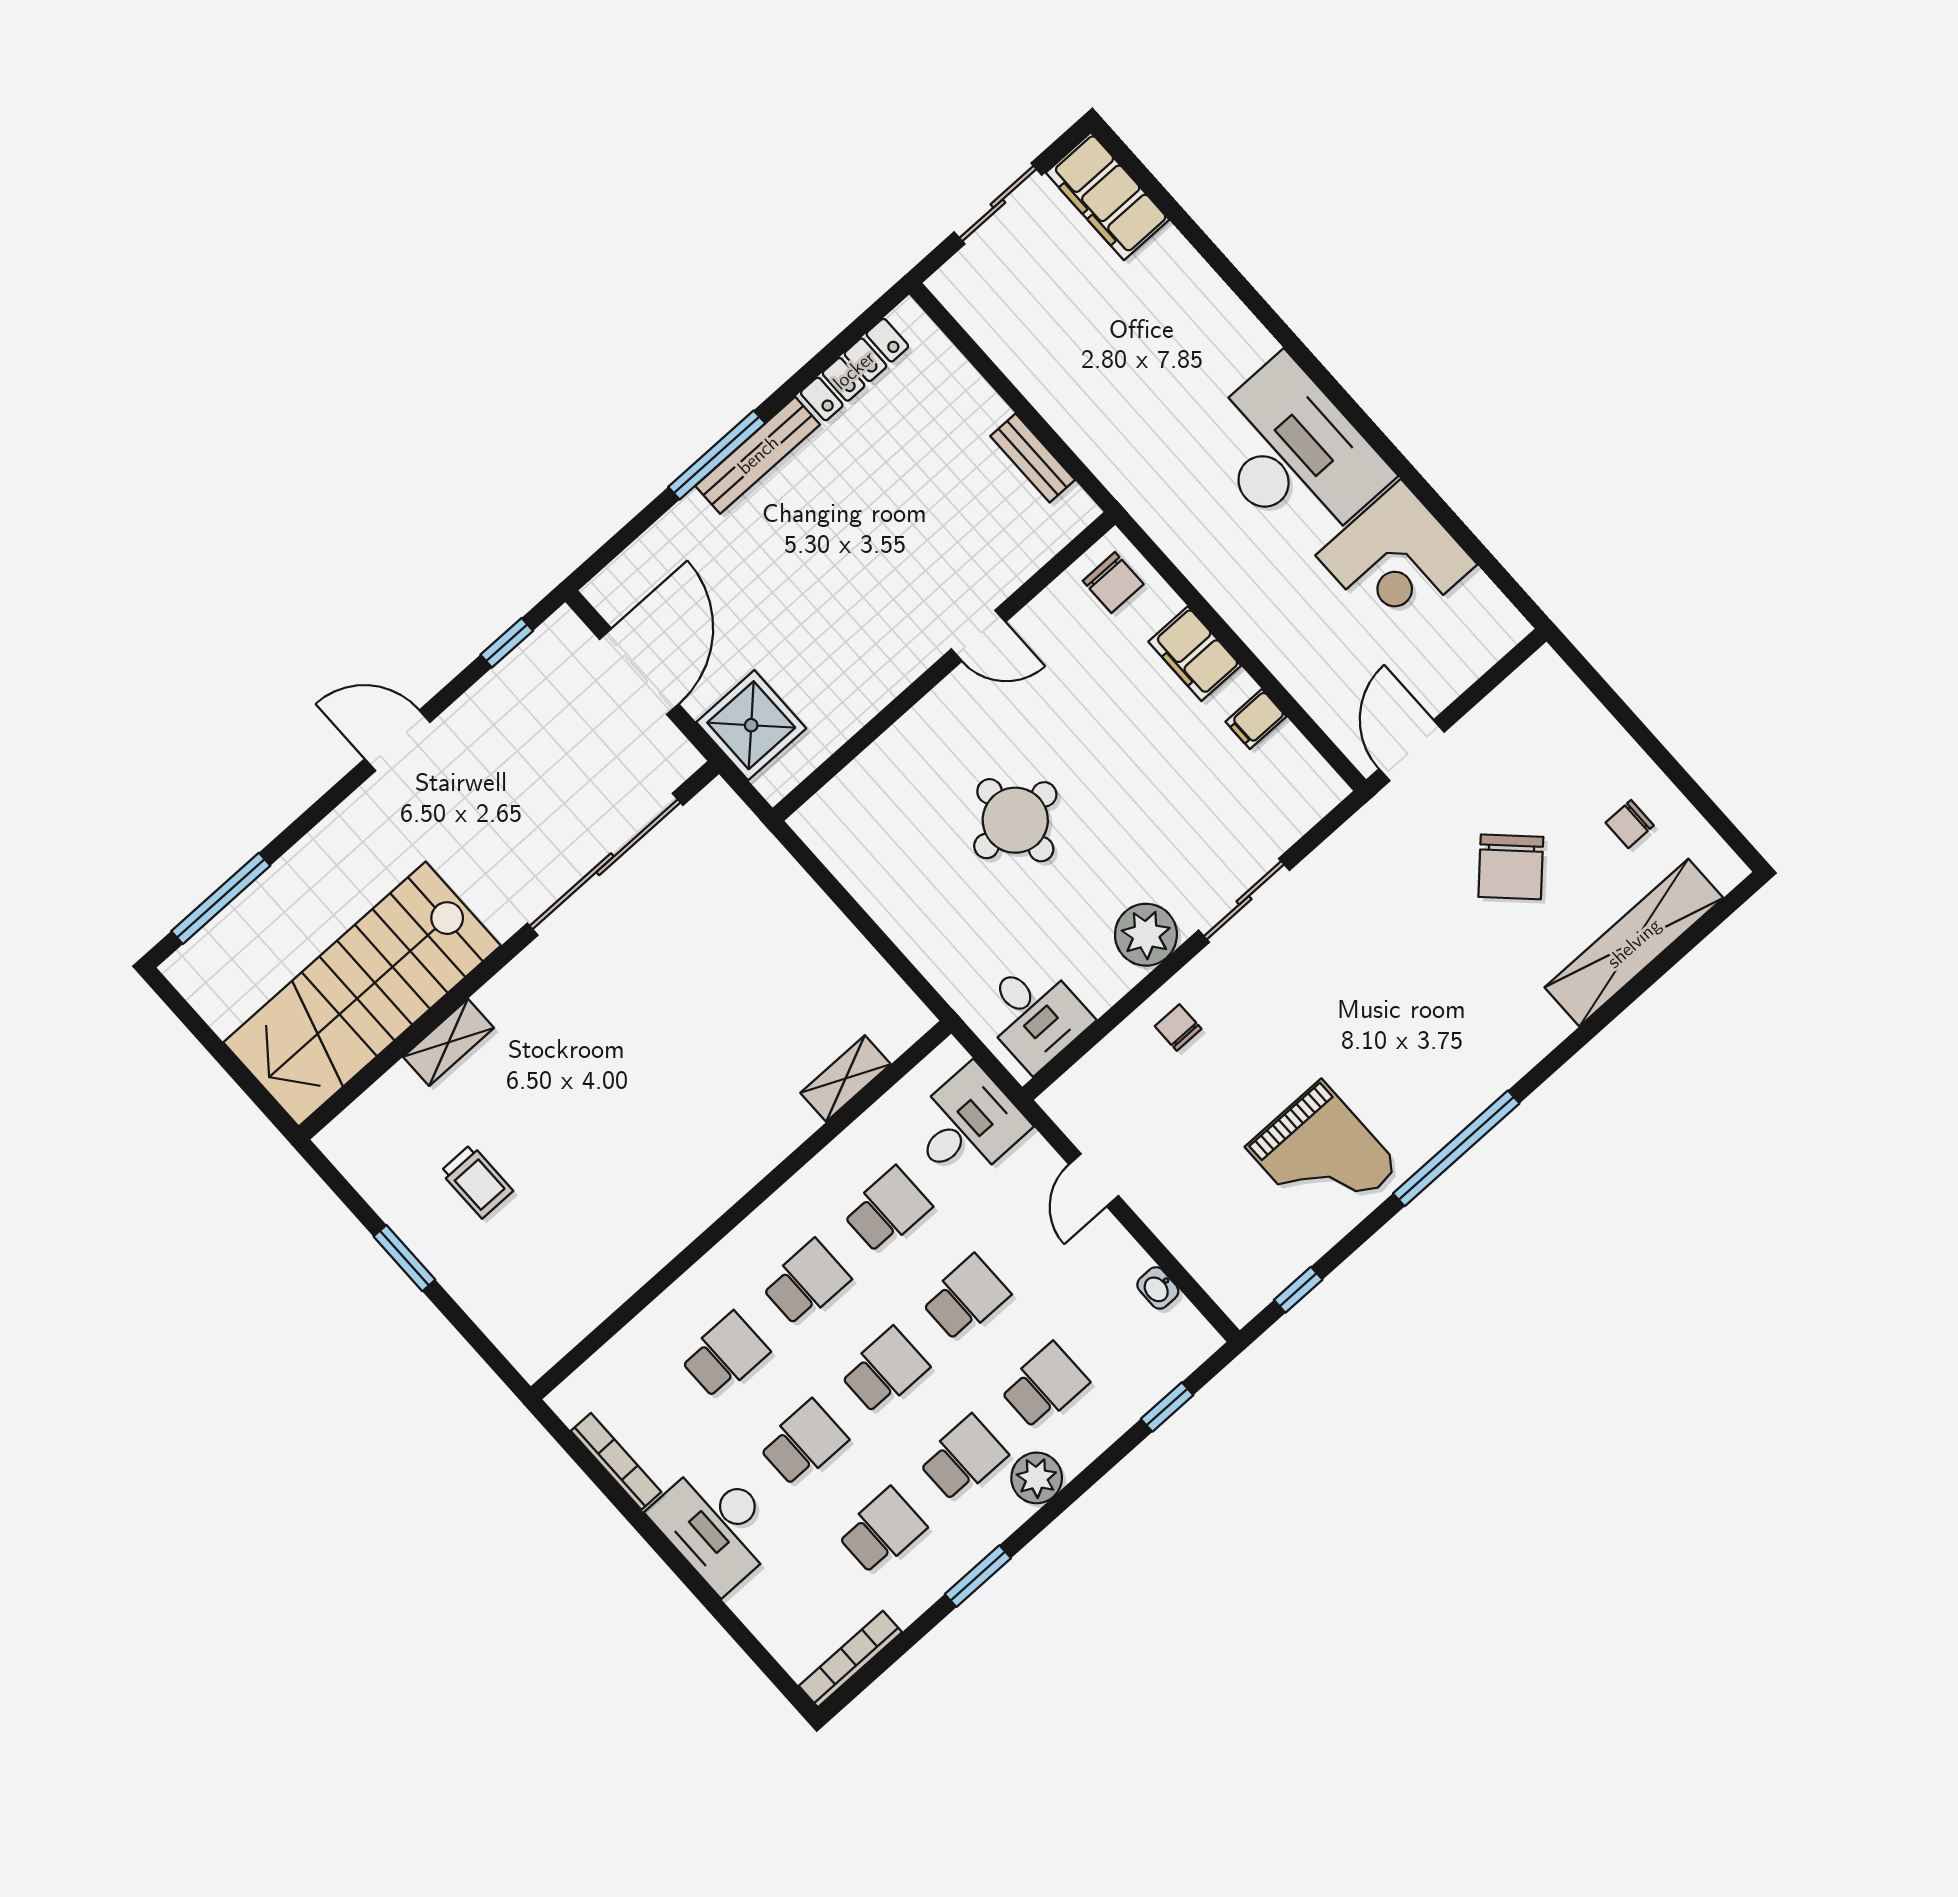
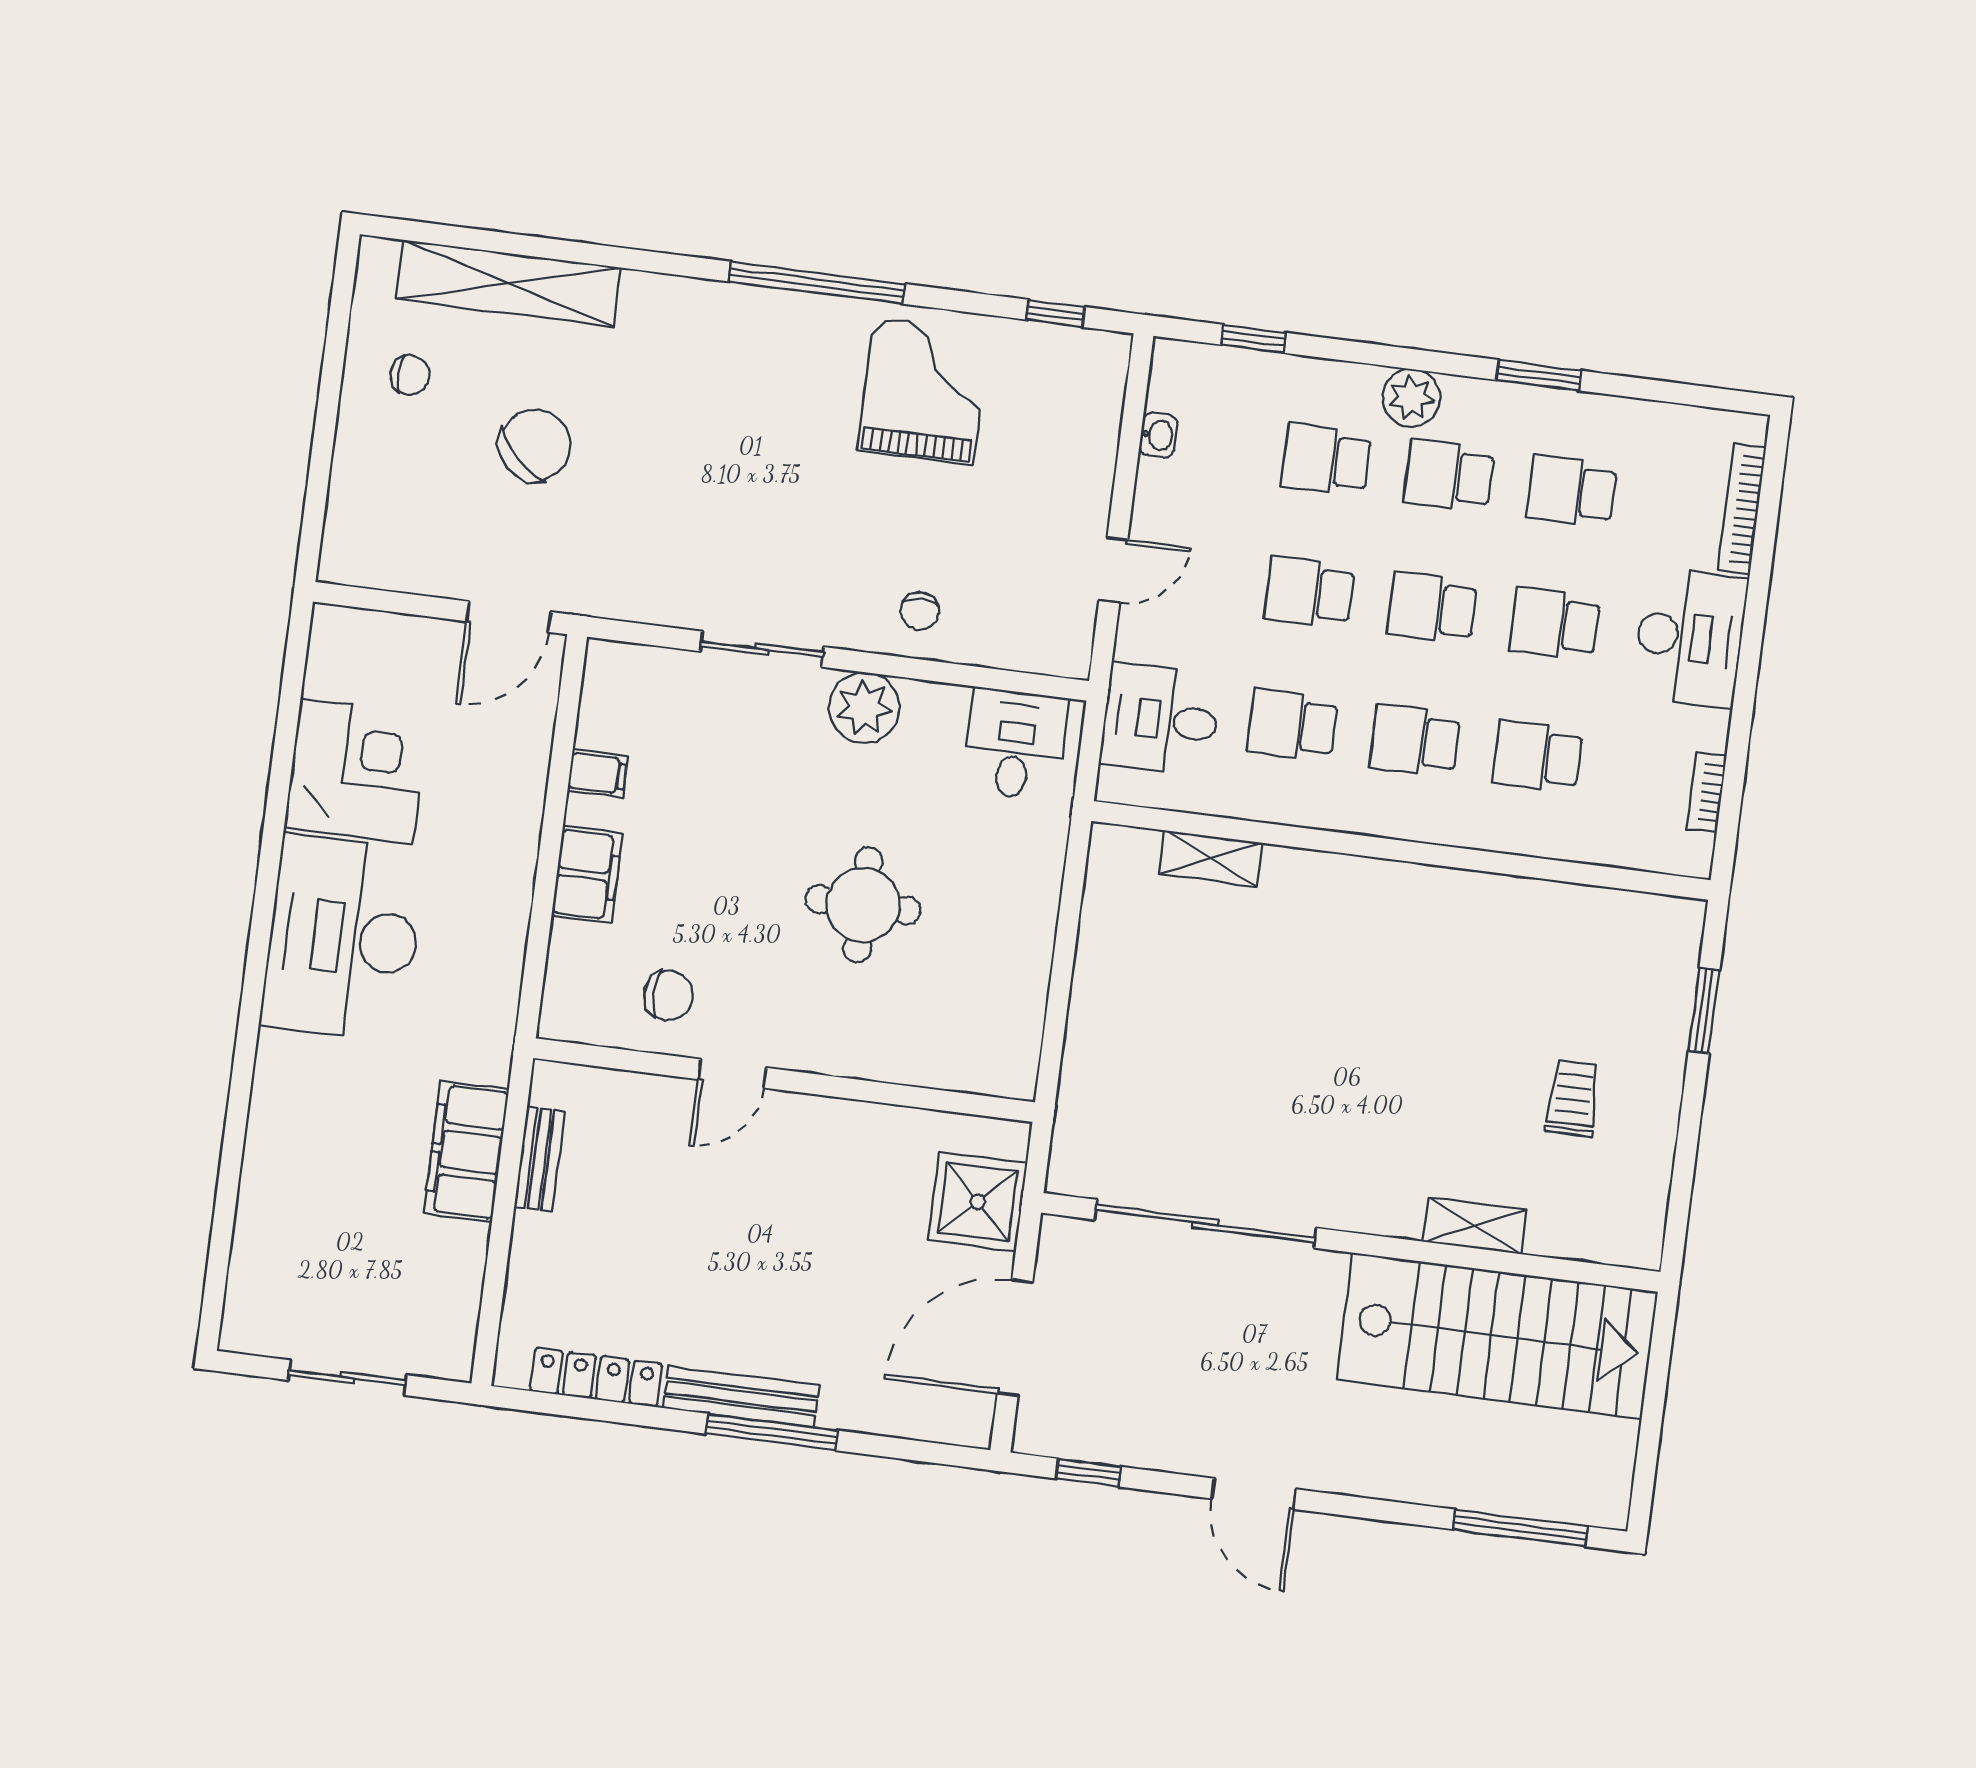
filing cabinet: (1107, 196) -> (466, 1152), moved, turned 180
chair: (1113, 582) -> (669, 995), moved, turned 90
door: (978, 636) -> (732, 1073), swing flipped
window: (404, 1258) -> (1704, 1011), moved
bookcase: (616, 1461) -> (1707, 792), width x0.64
bookcase: (850, 1659) -> (1742, 509), moved, turned 90

